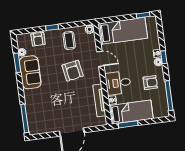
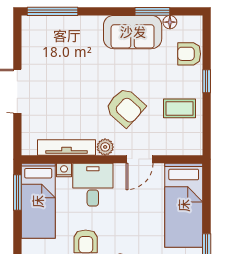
plant: (89, 29) -> (105, 147), moved
armchair: (73, 71) -> (125, 107), turned -128

